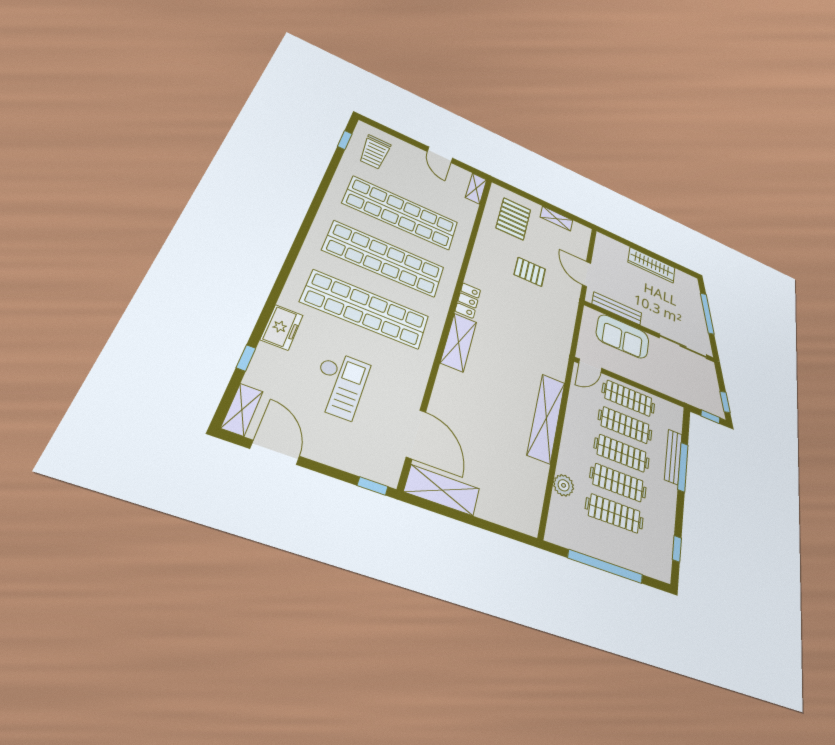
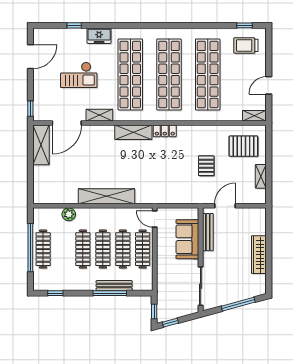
shelving: (242, 410) -> (99, 115), moved
clothes rail: (614, 513) -> (43, 249), moved

